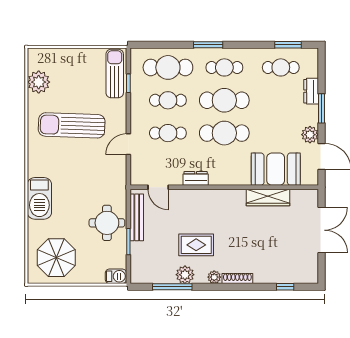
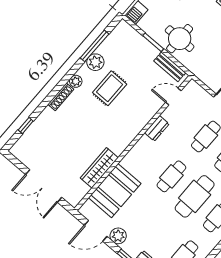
cafe table: (224, 133) -> (171, 176), width x0.73, depth x0.74
bench: (137, 217) -> (170, 67), width x0.73

